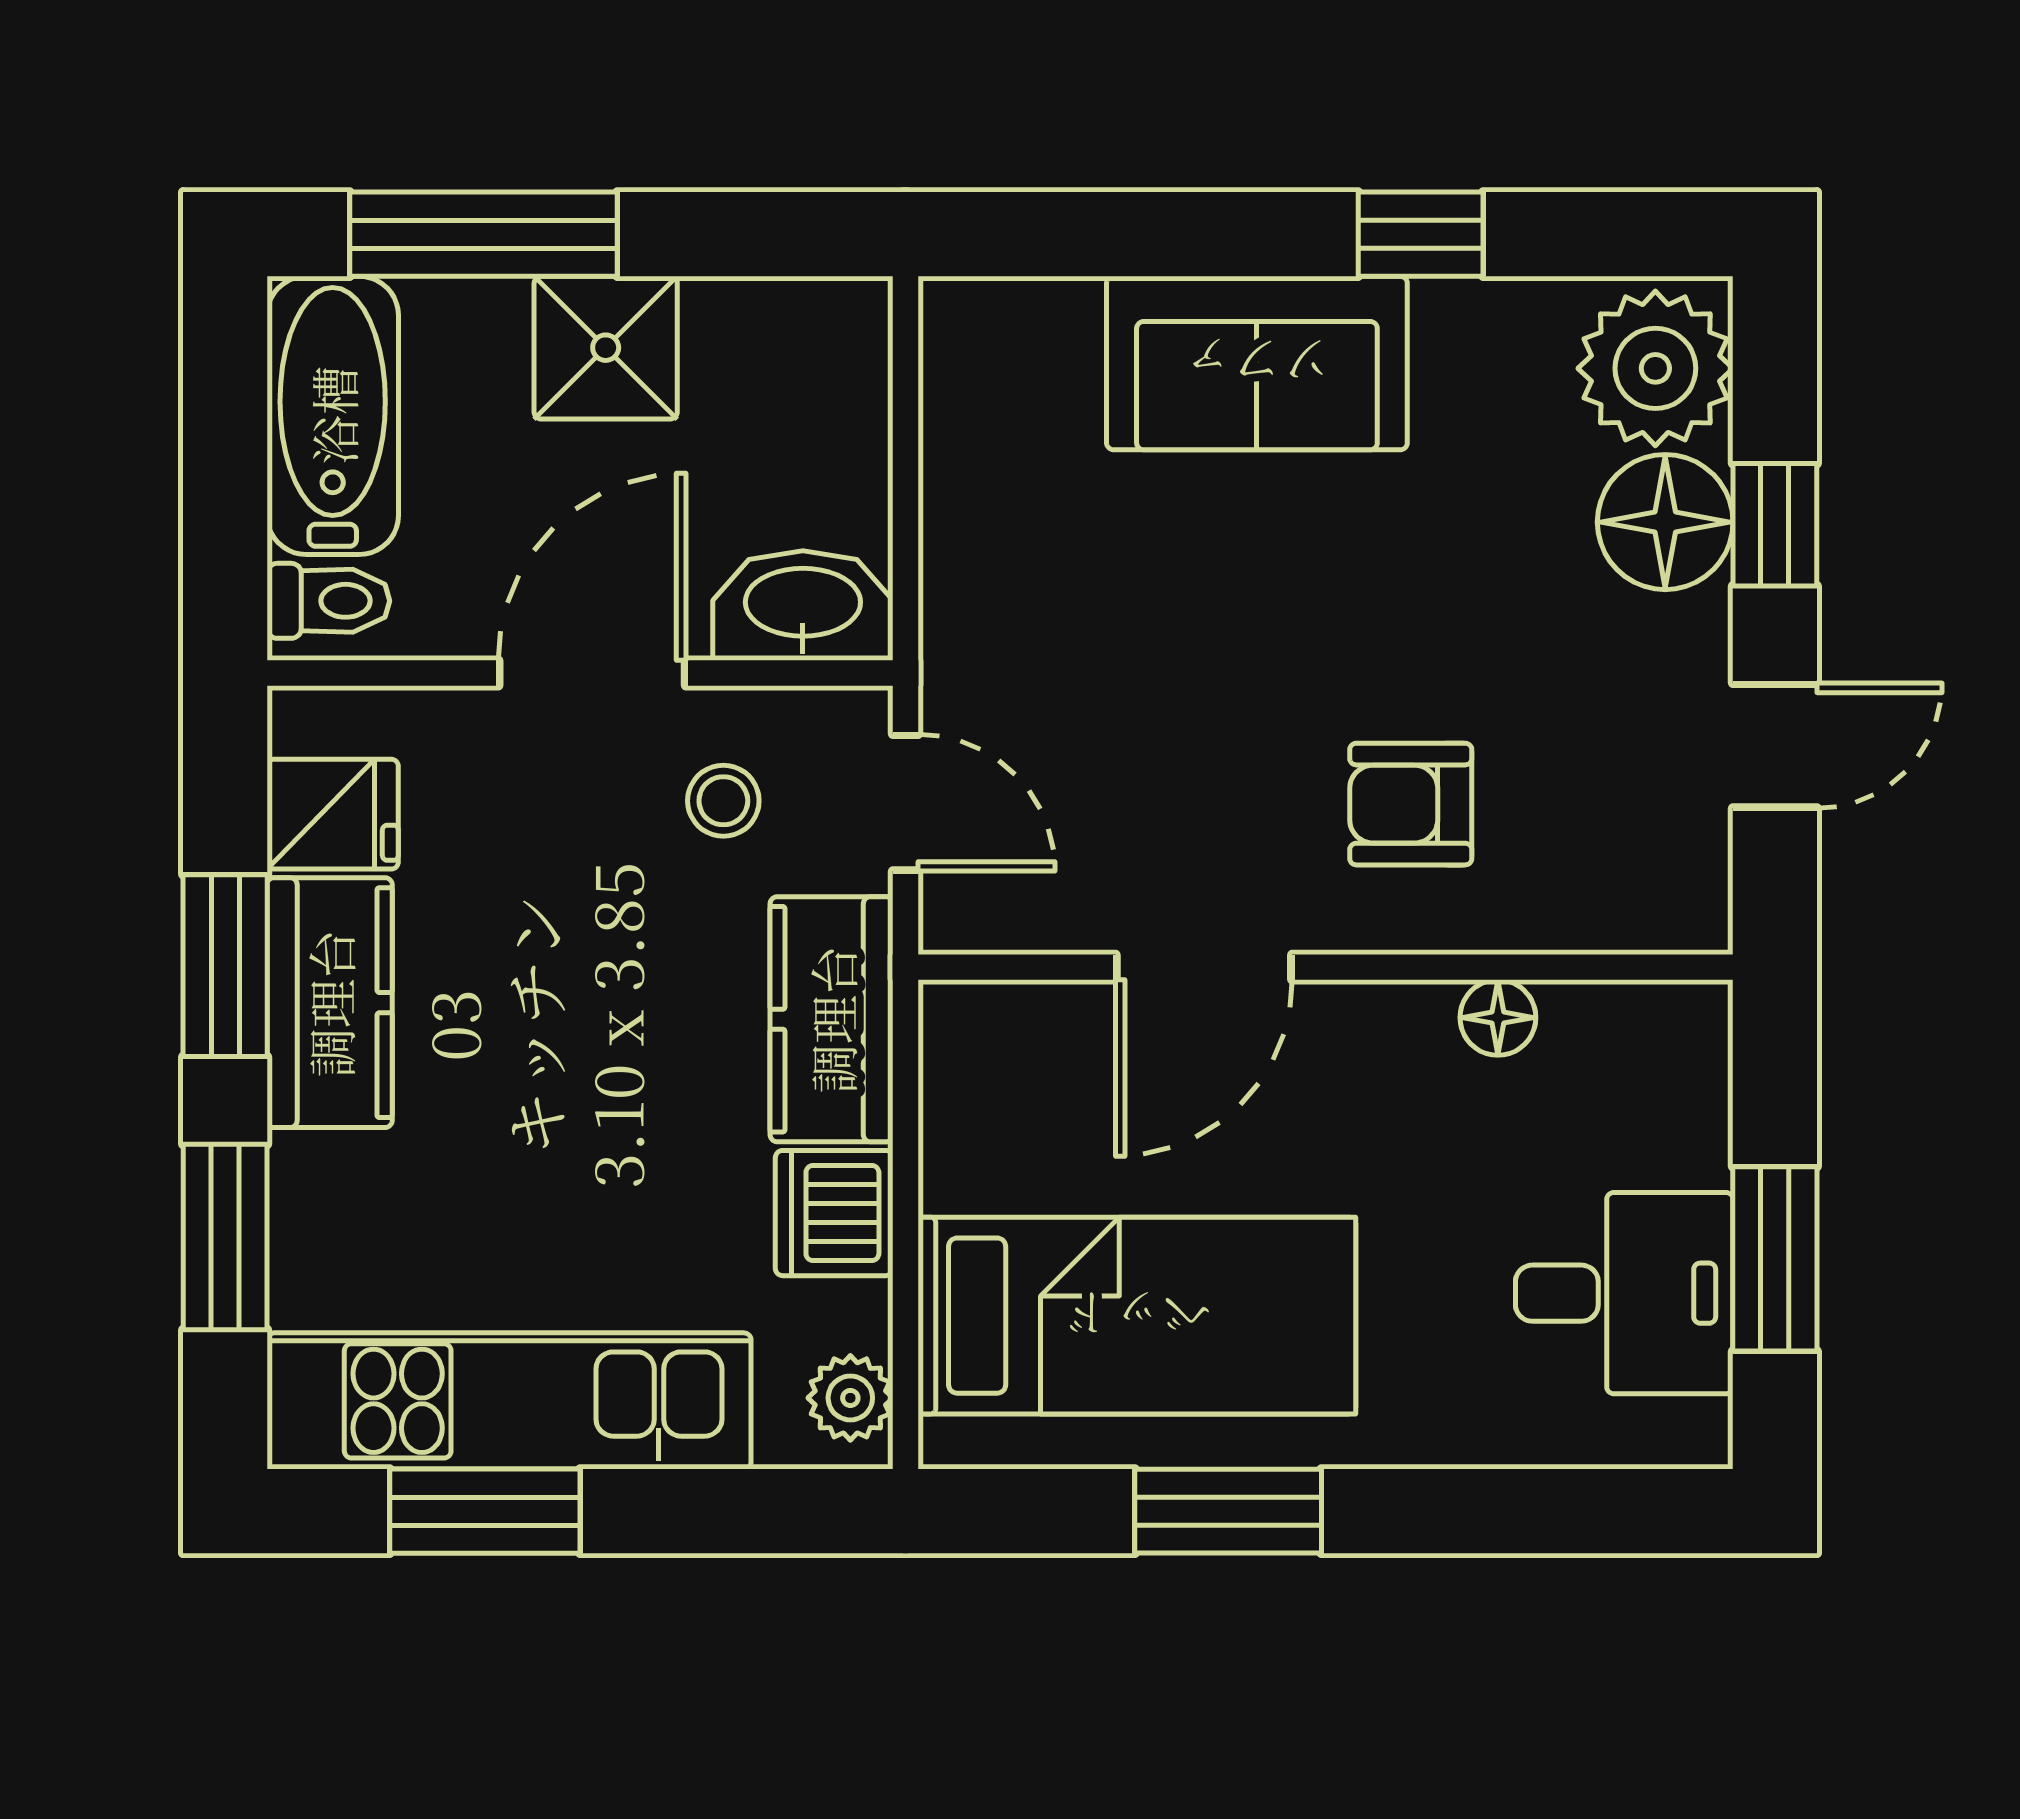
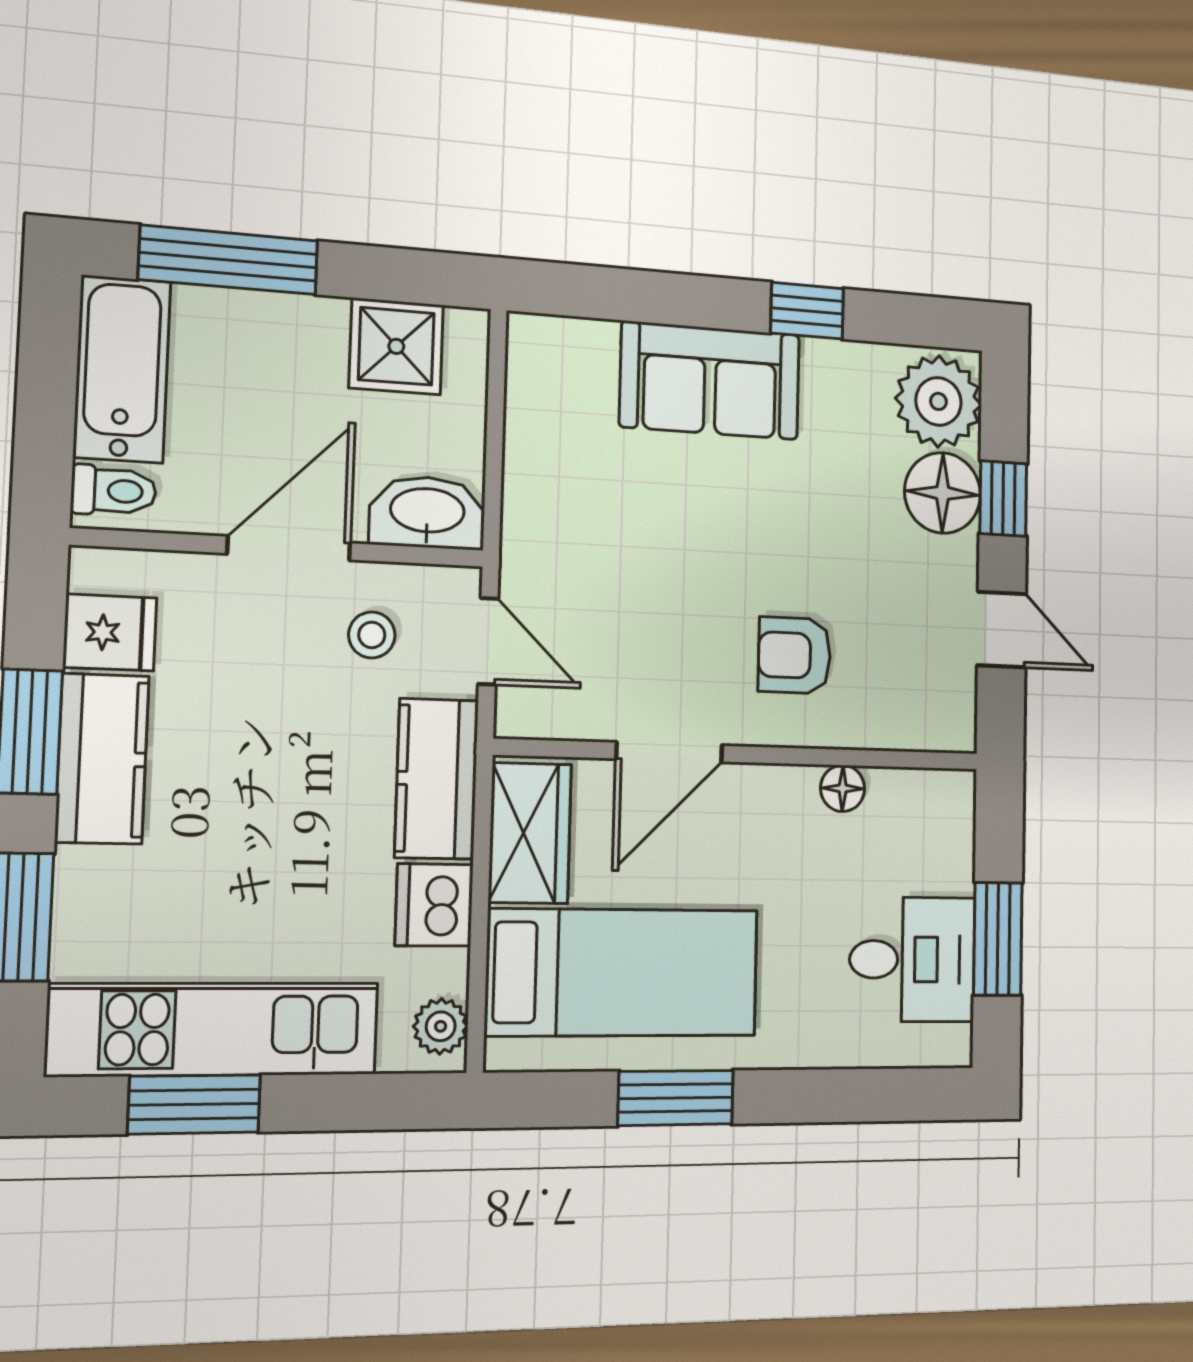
shower: (606, 348) -> (396, 346), moved
door: (1775, 746) -> (1002, 629), hinge flipped
wardrobe: (981, 1100) -> (530, 833), added

